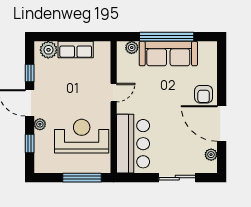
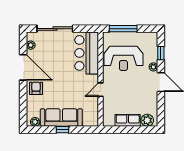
window: (167, 37) -> (63, 130), width x0.32
plant: (132, 48) -> (35, 122), moved
window: (30, 73) -> (161, 104), removed
sliding door: (177, 178) -> (55, 29), width x1.37

